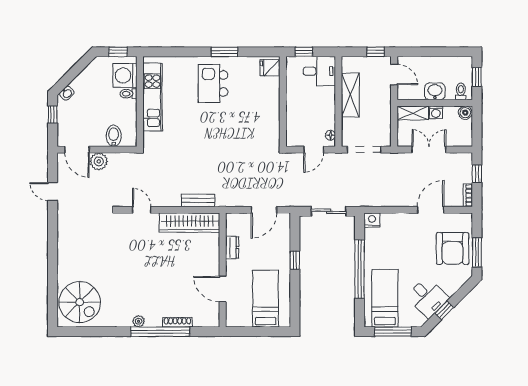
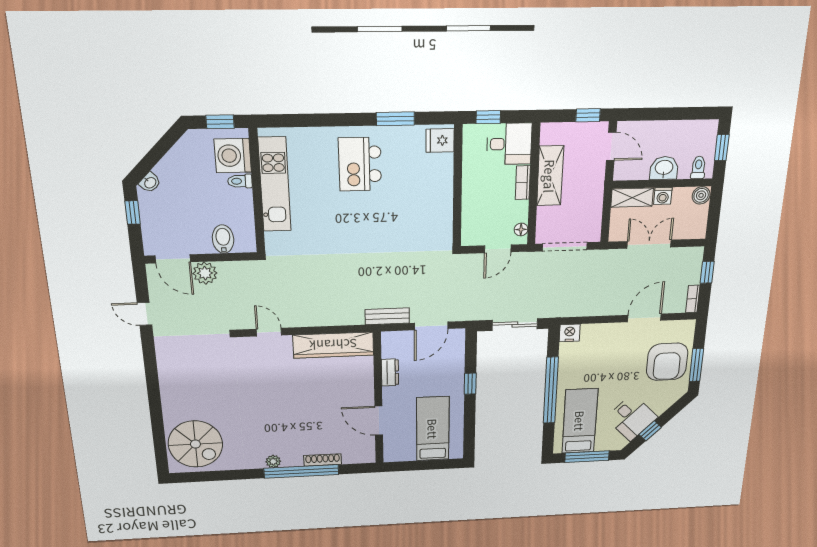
window: (225, 52) -> (395, 119), moved
bookcase: (330, 100) -> (523, 183), added
bench: (198, 200) -> (387, 316), moved

